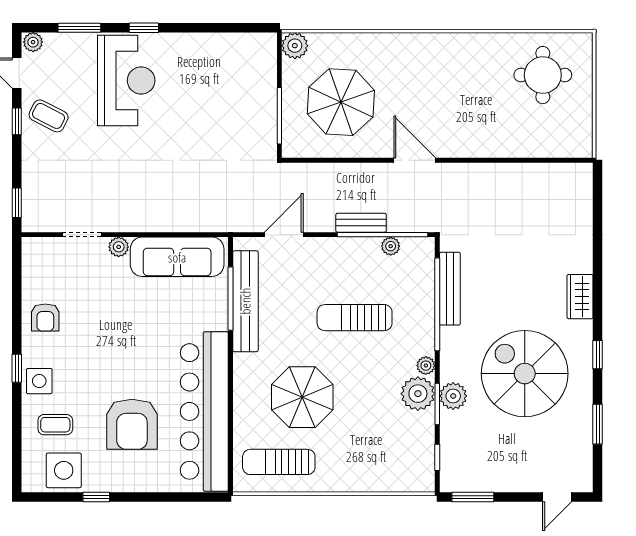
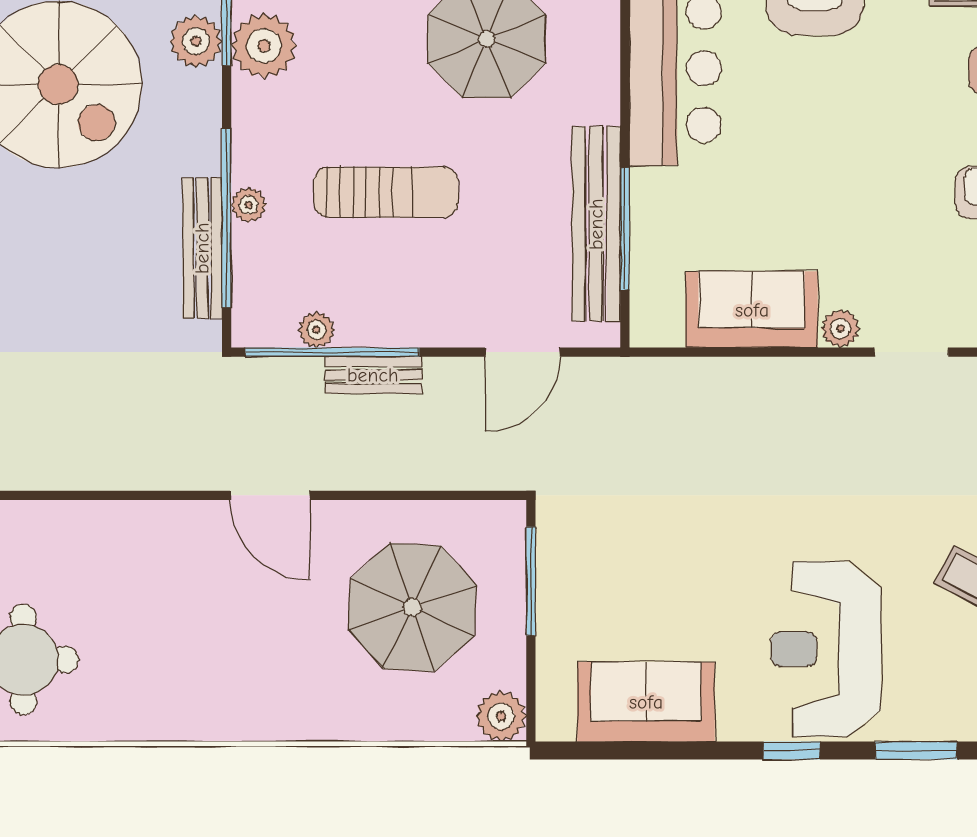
sofa: (220, 53) -> (646, 702), added
sofa: (177, 257) -> (752, 310), width x0.73
plant: (426, 366) -> (249, 205), moved

